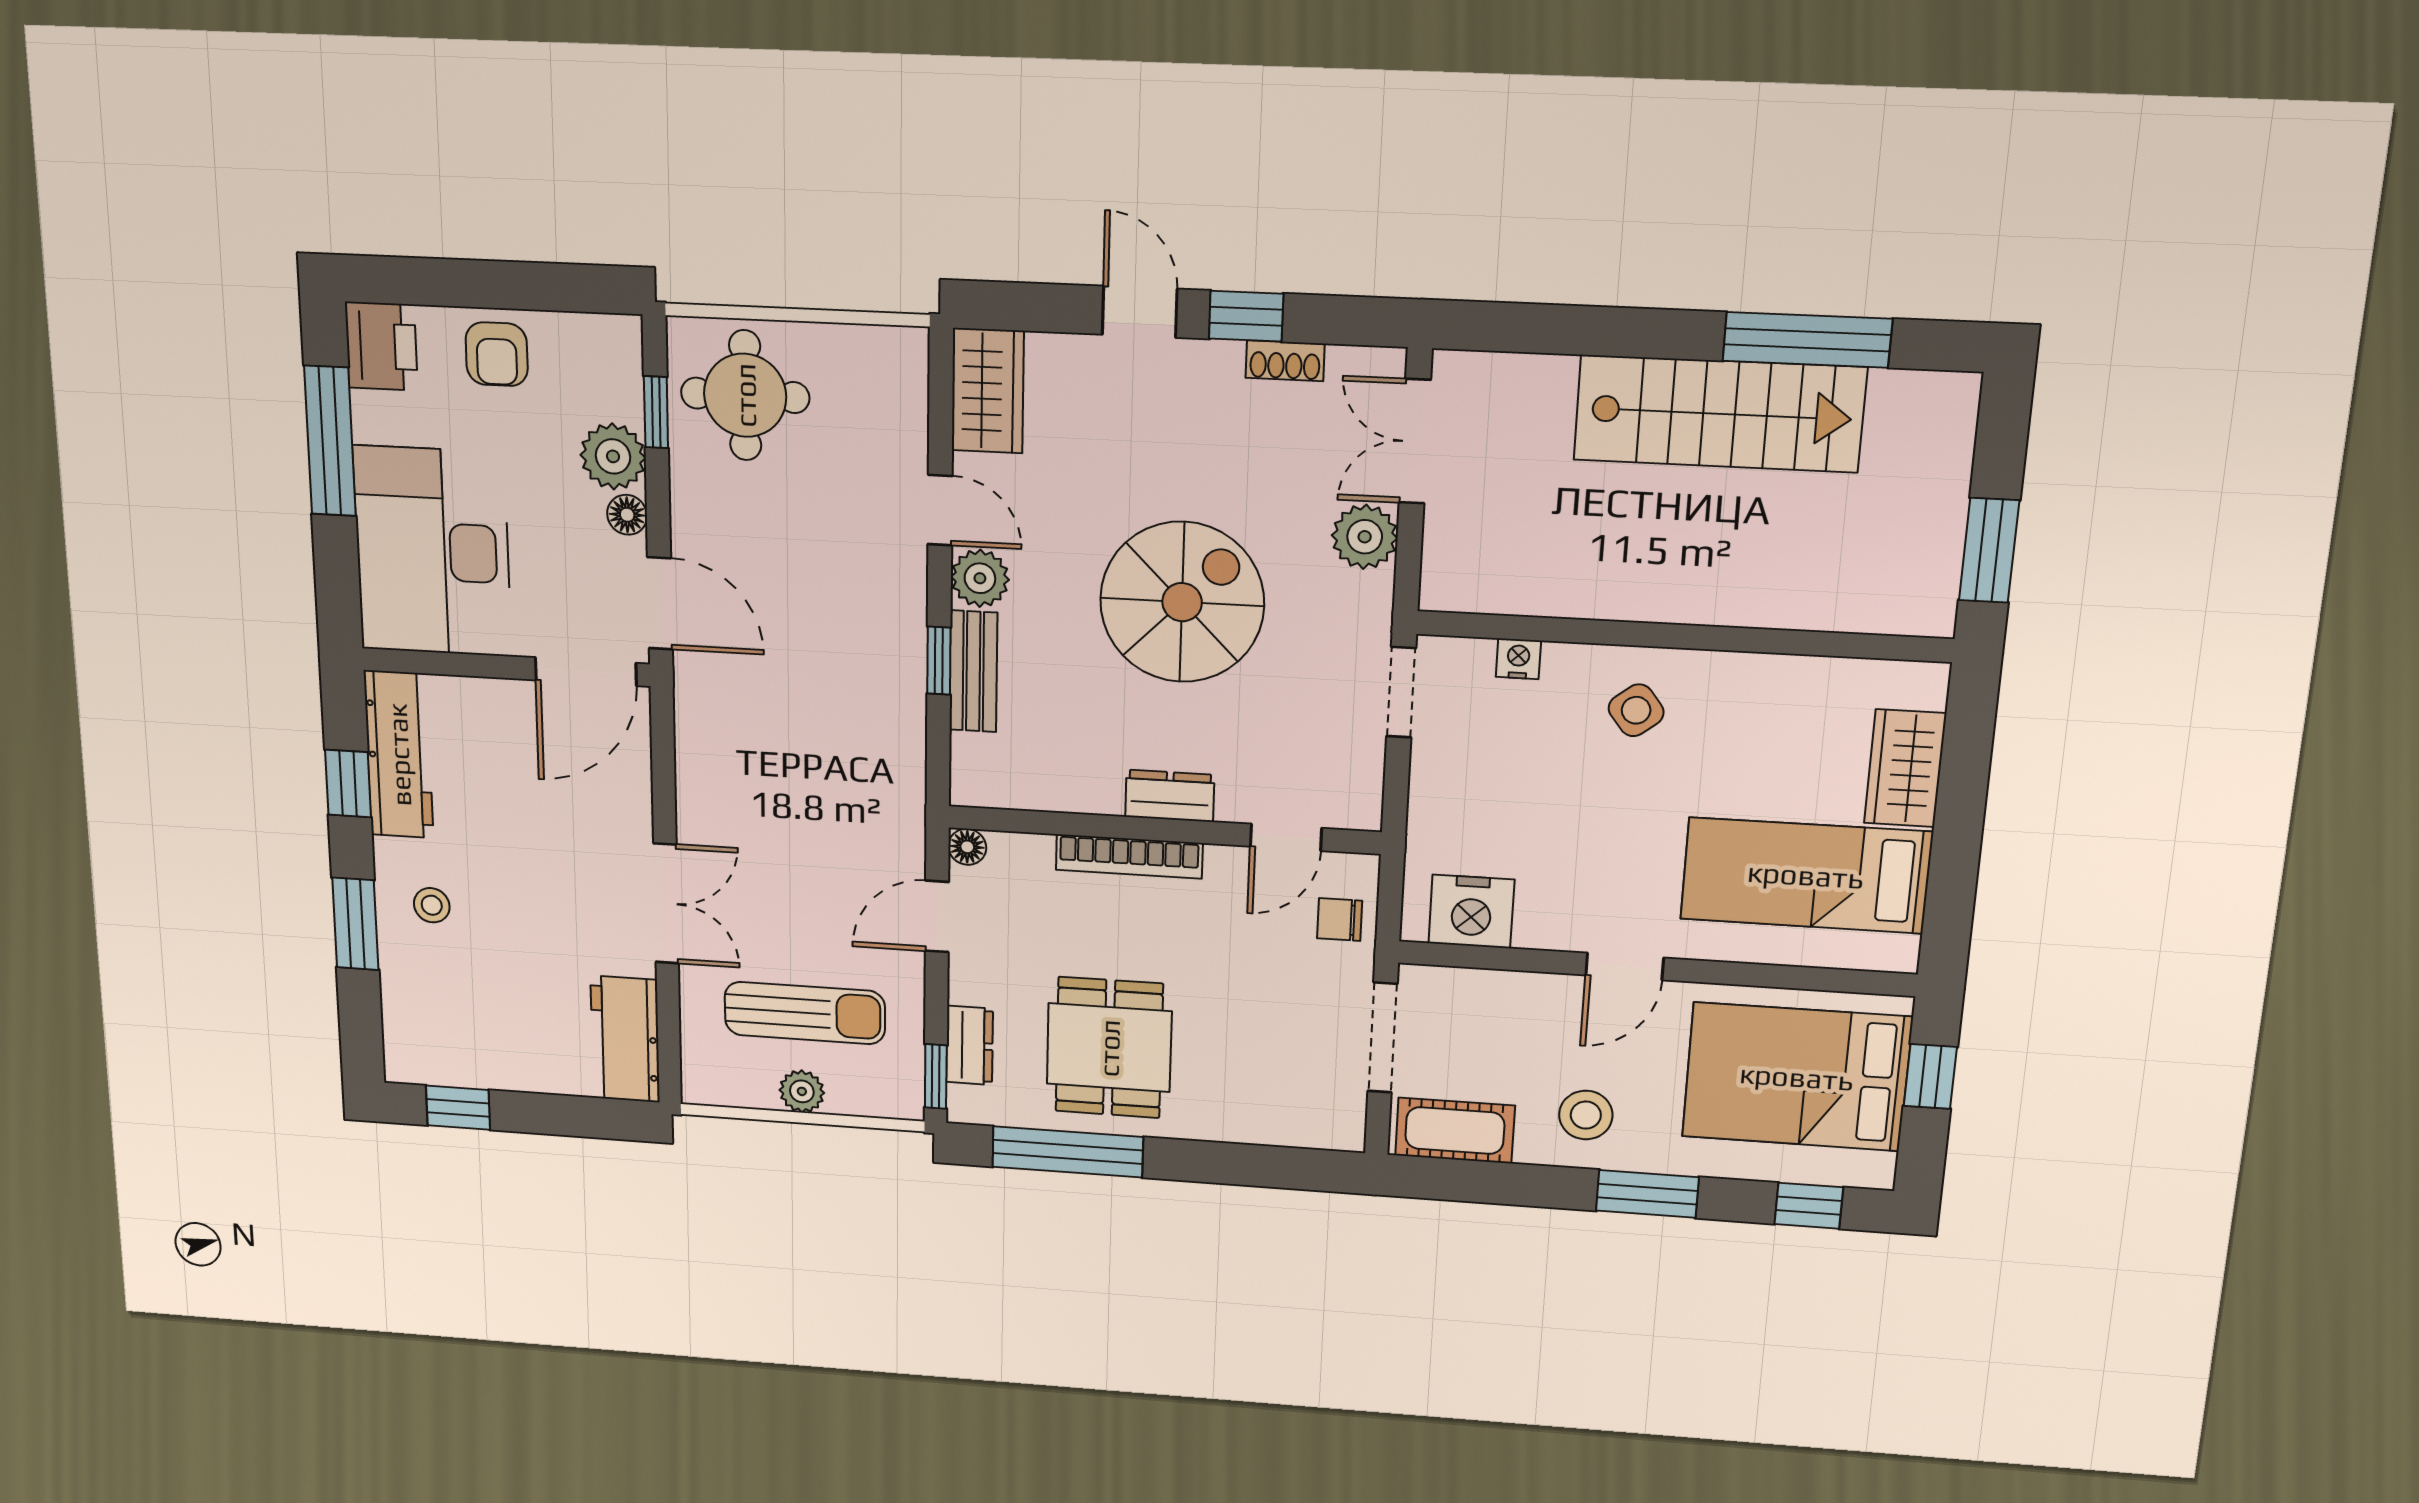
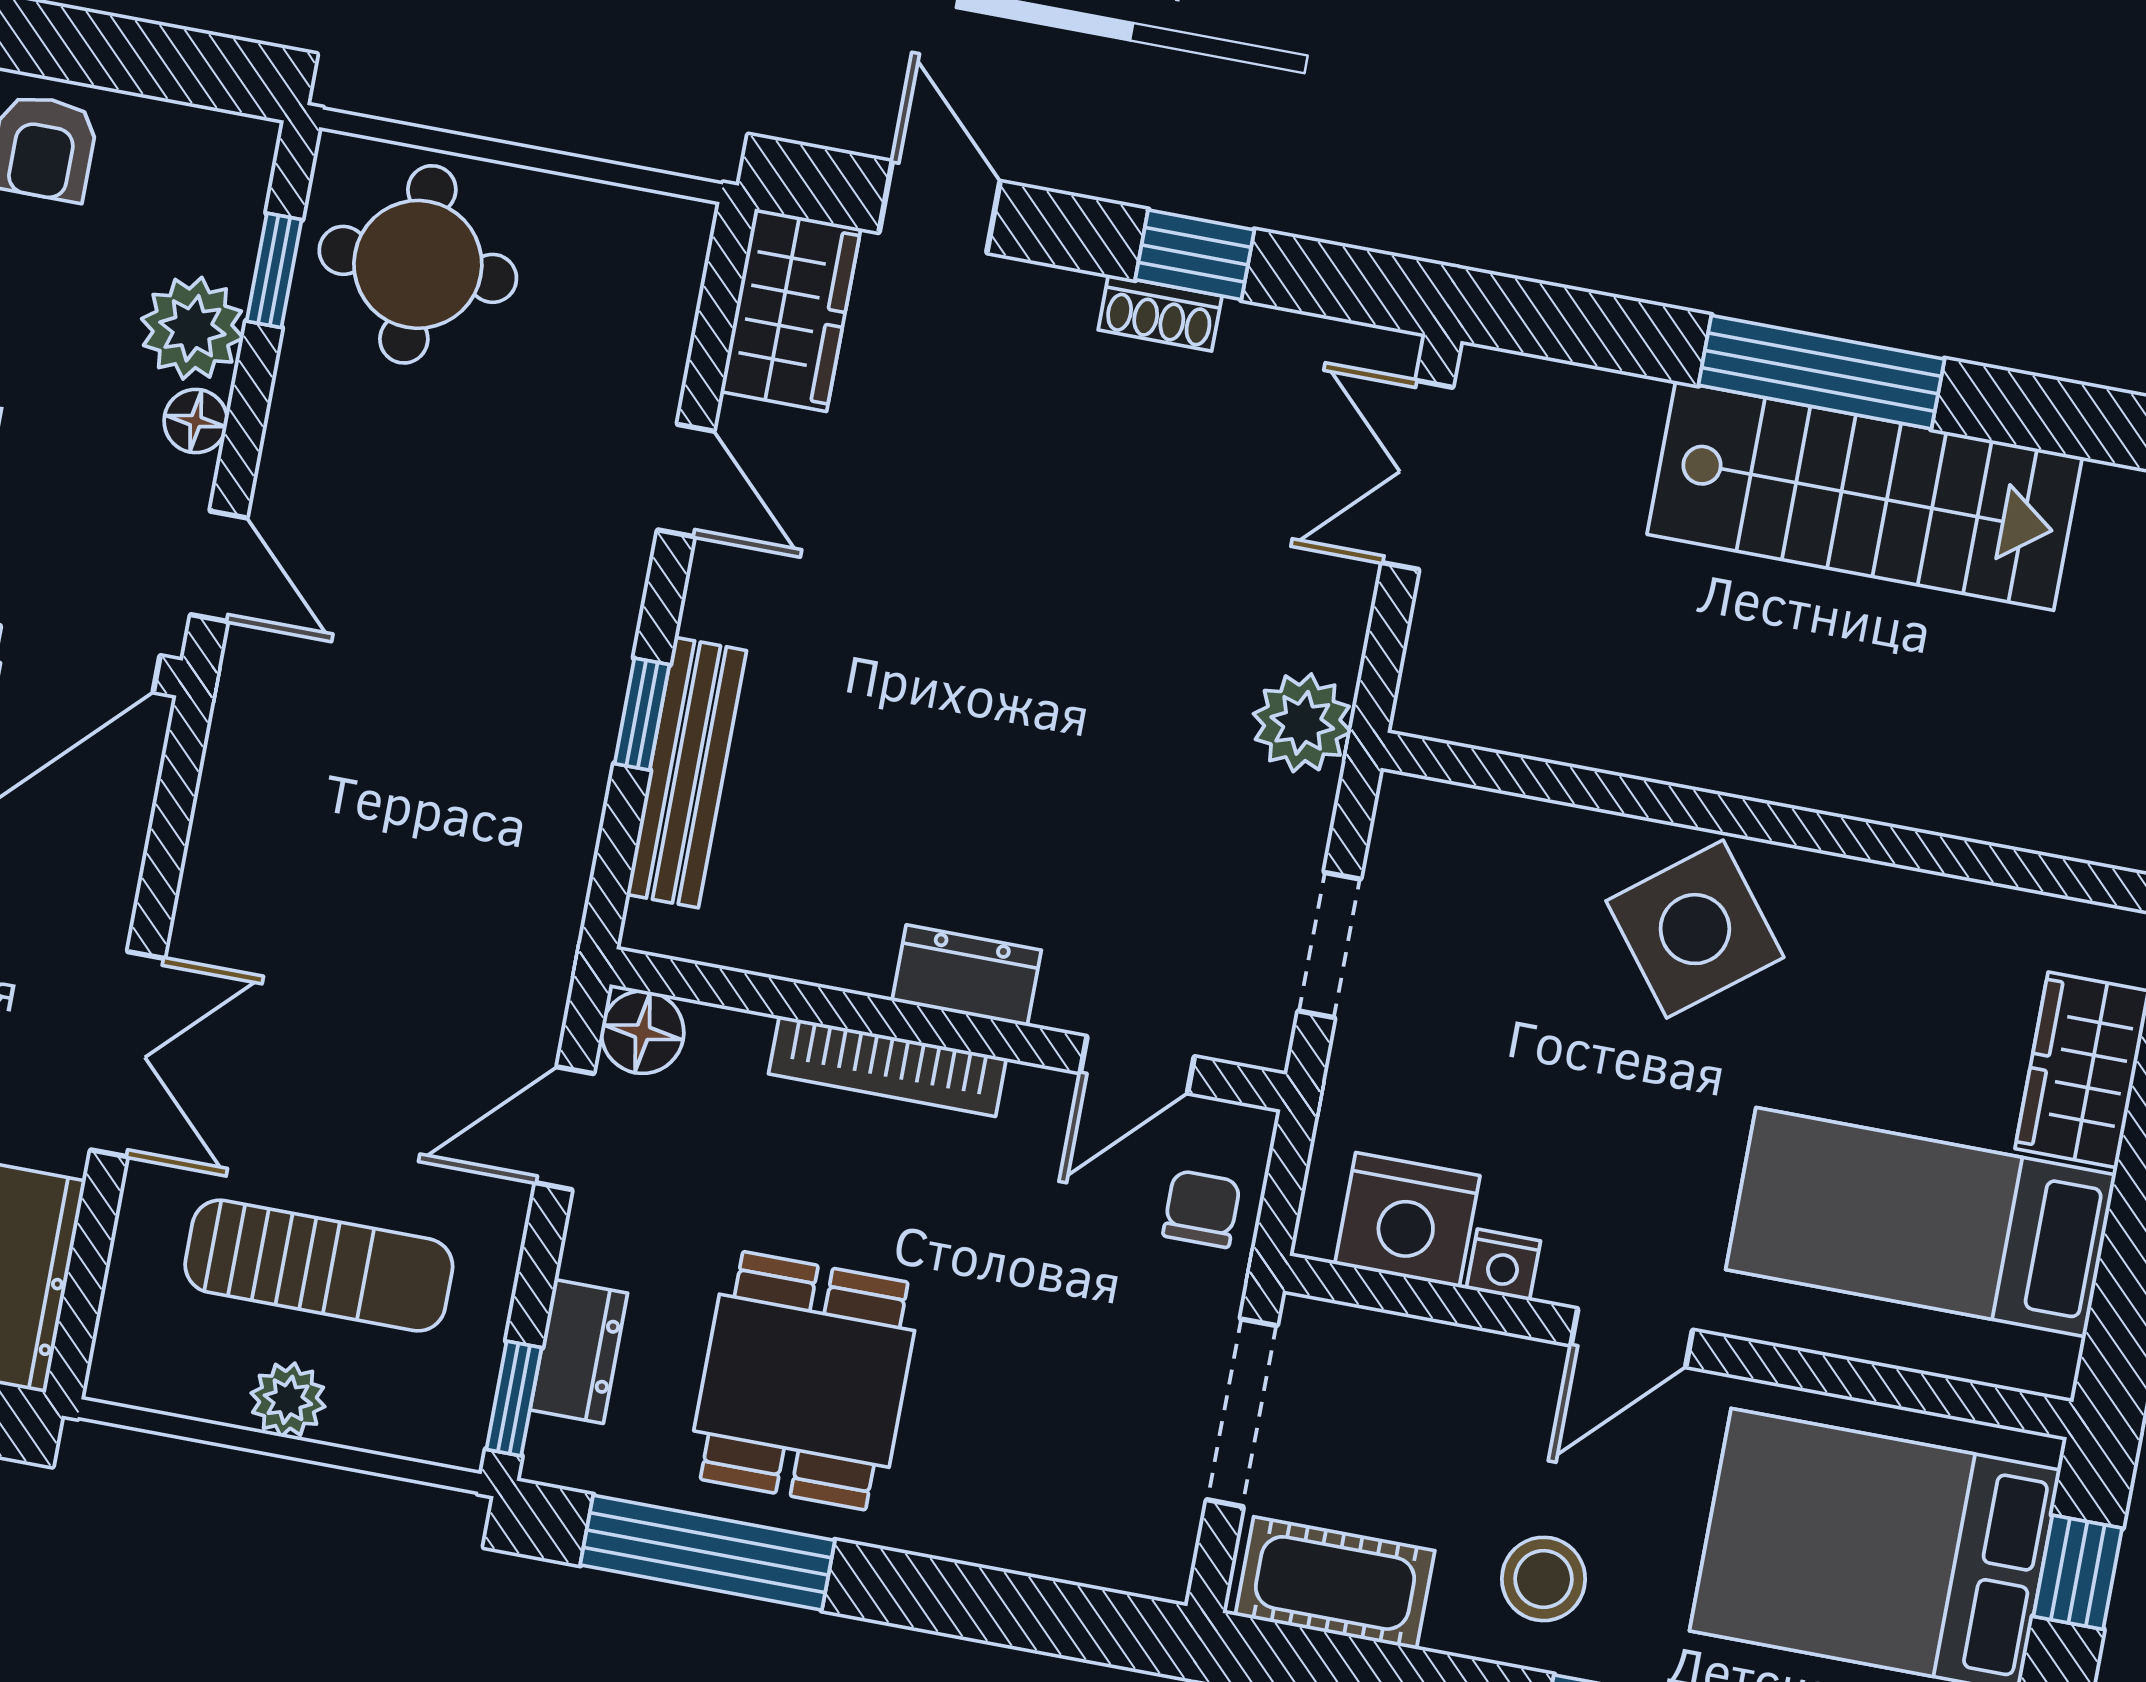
door: (1140, 312) -> (939, 207), moved
window: (1807, 340) -> (1821, 372), moved
shoe rack: (1285, 361) -> (1160, 313), moved
plant: (1365, 537) -> (1302, 723), moved
plant: (980, 578) -> (729, 594), removed
spiral stairs: (1182, 602) -> (1033, 672), removed
door: (660, 603) -> (219, 566), width x0.73
nightstand: (1518, 659) -> (1503, 1265), moved, turned 180
bench: (973, 671) -> (686, 772), width x1.36
doorway: (1401, 692) -> (1329, 945), moved
side table: (1636, 710) -> (1695, 929), width x1.87, depth x1.87
floor lamp: (967, 847) -> (643, 1032), width x1.37, depth x1.37
chair: (1340, 920) -> (1202, 1209), turned 90

